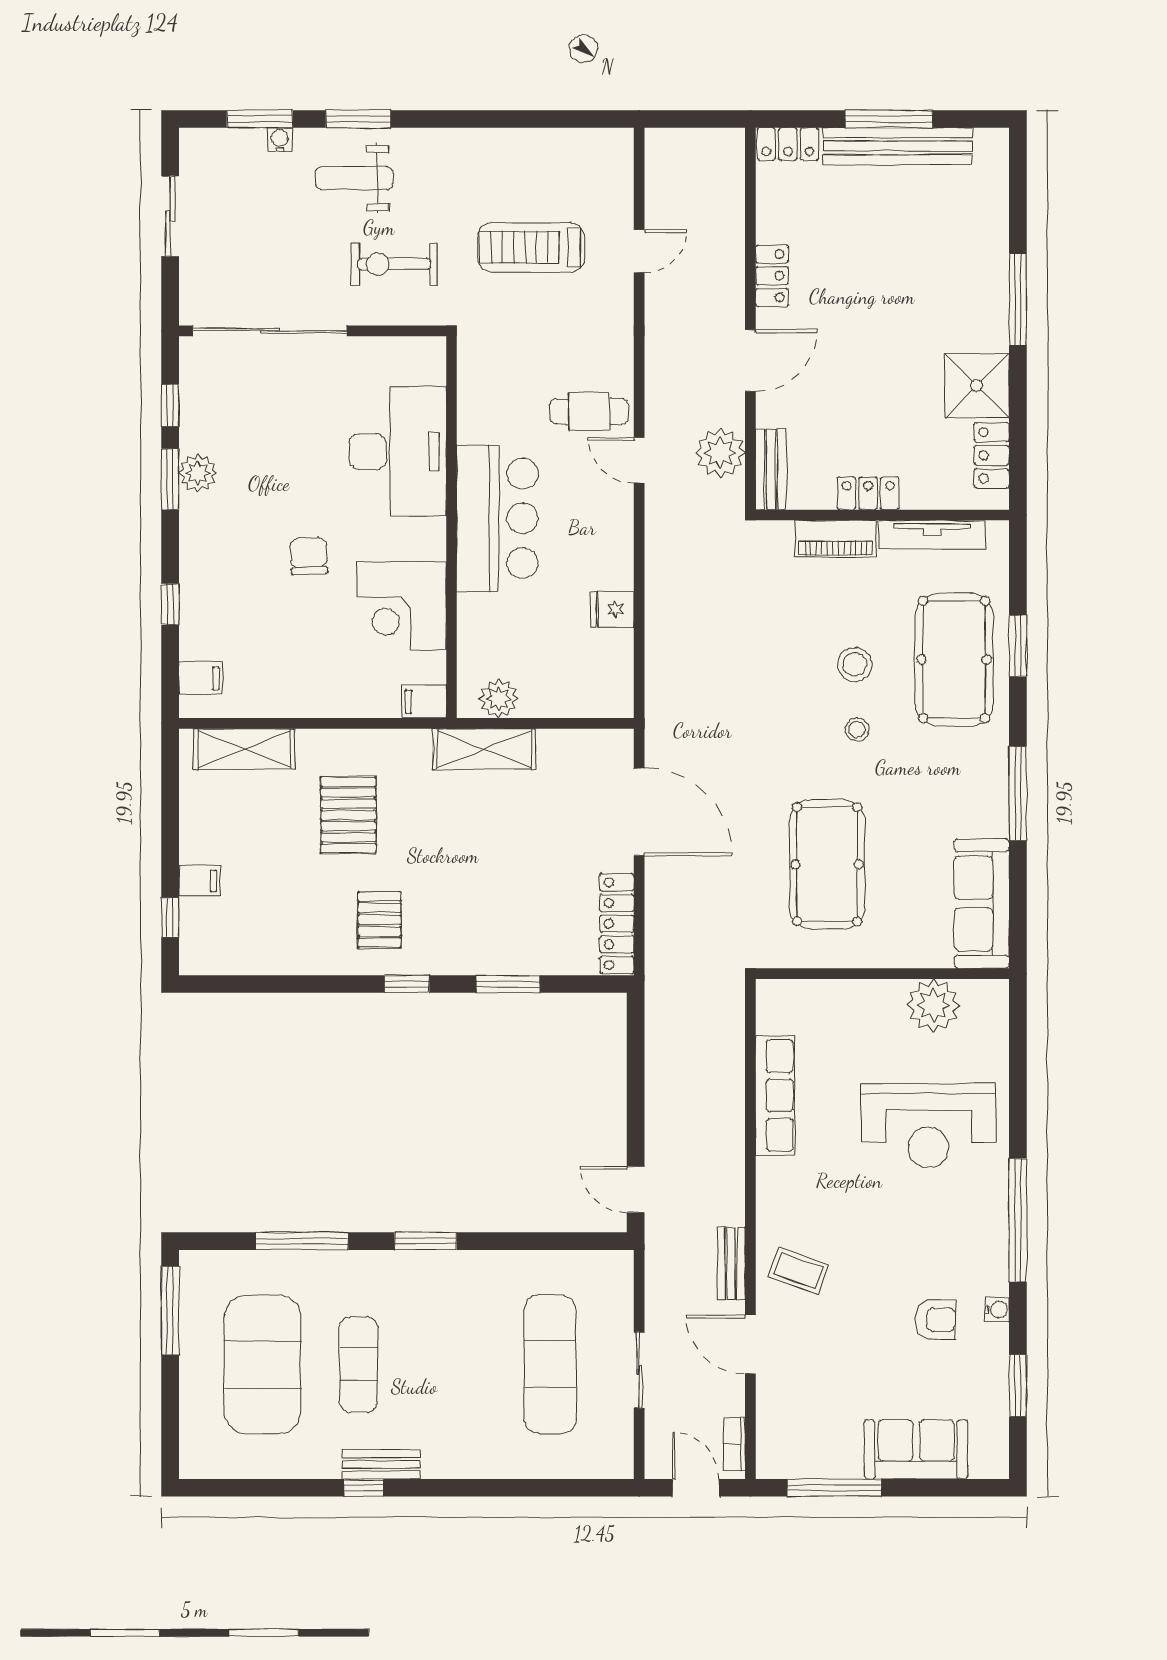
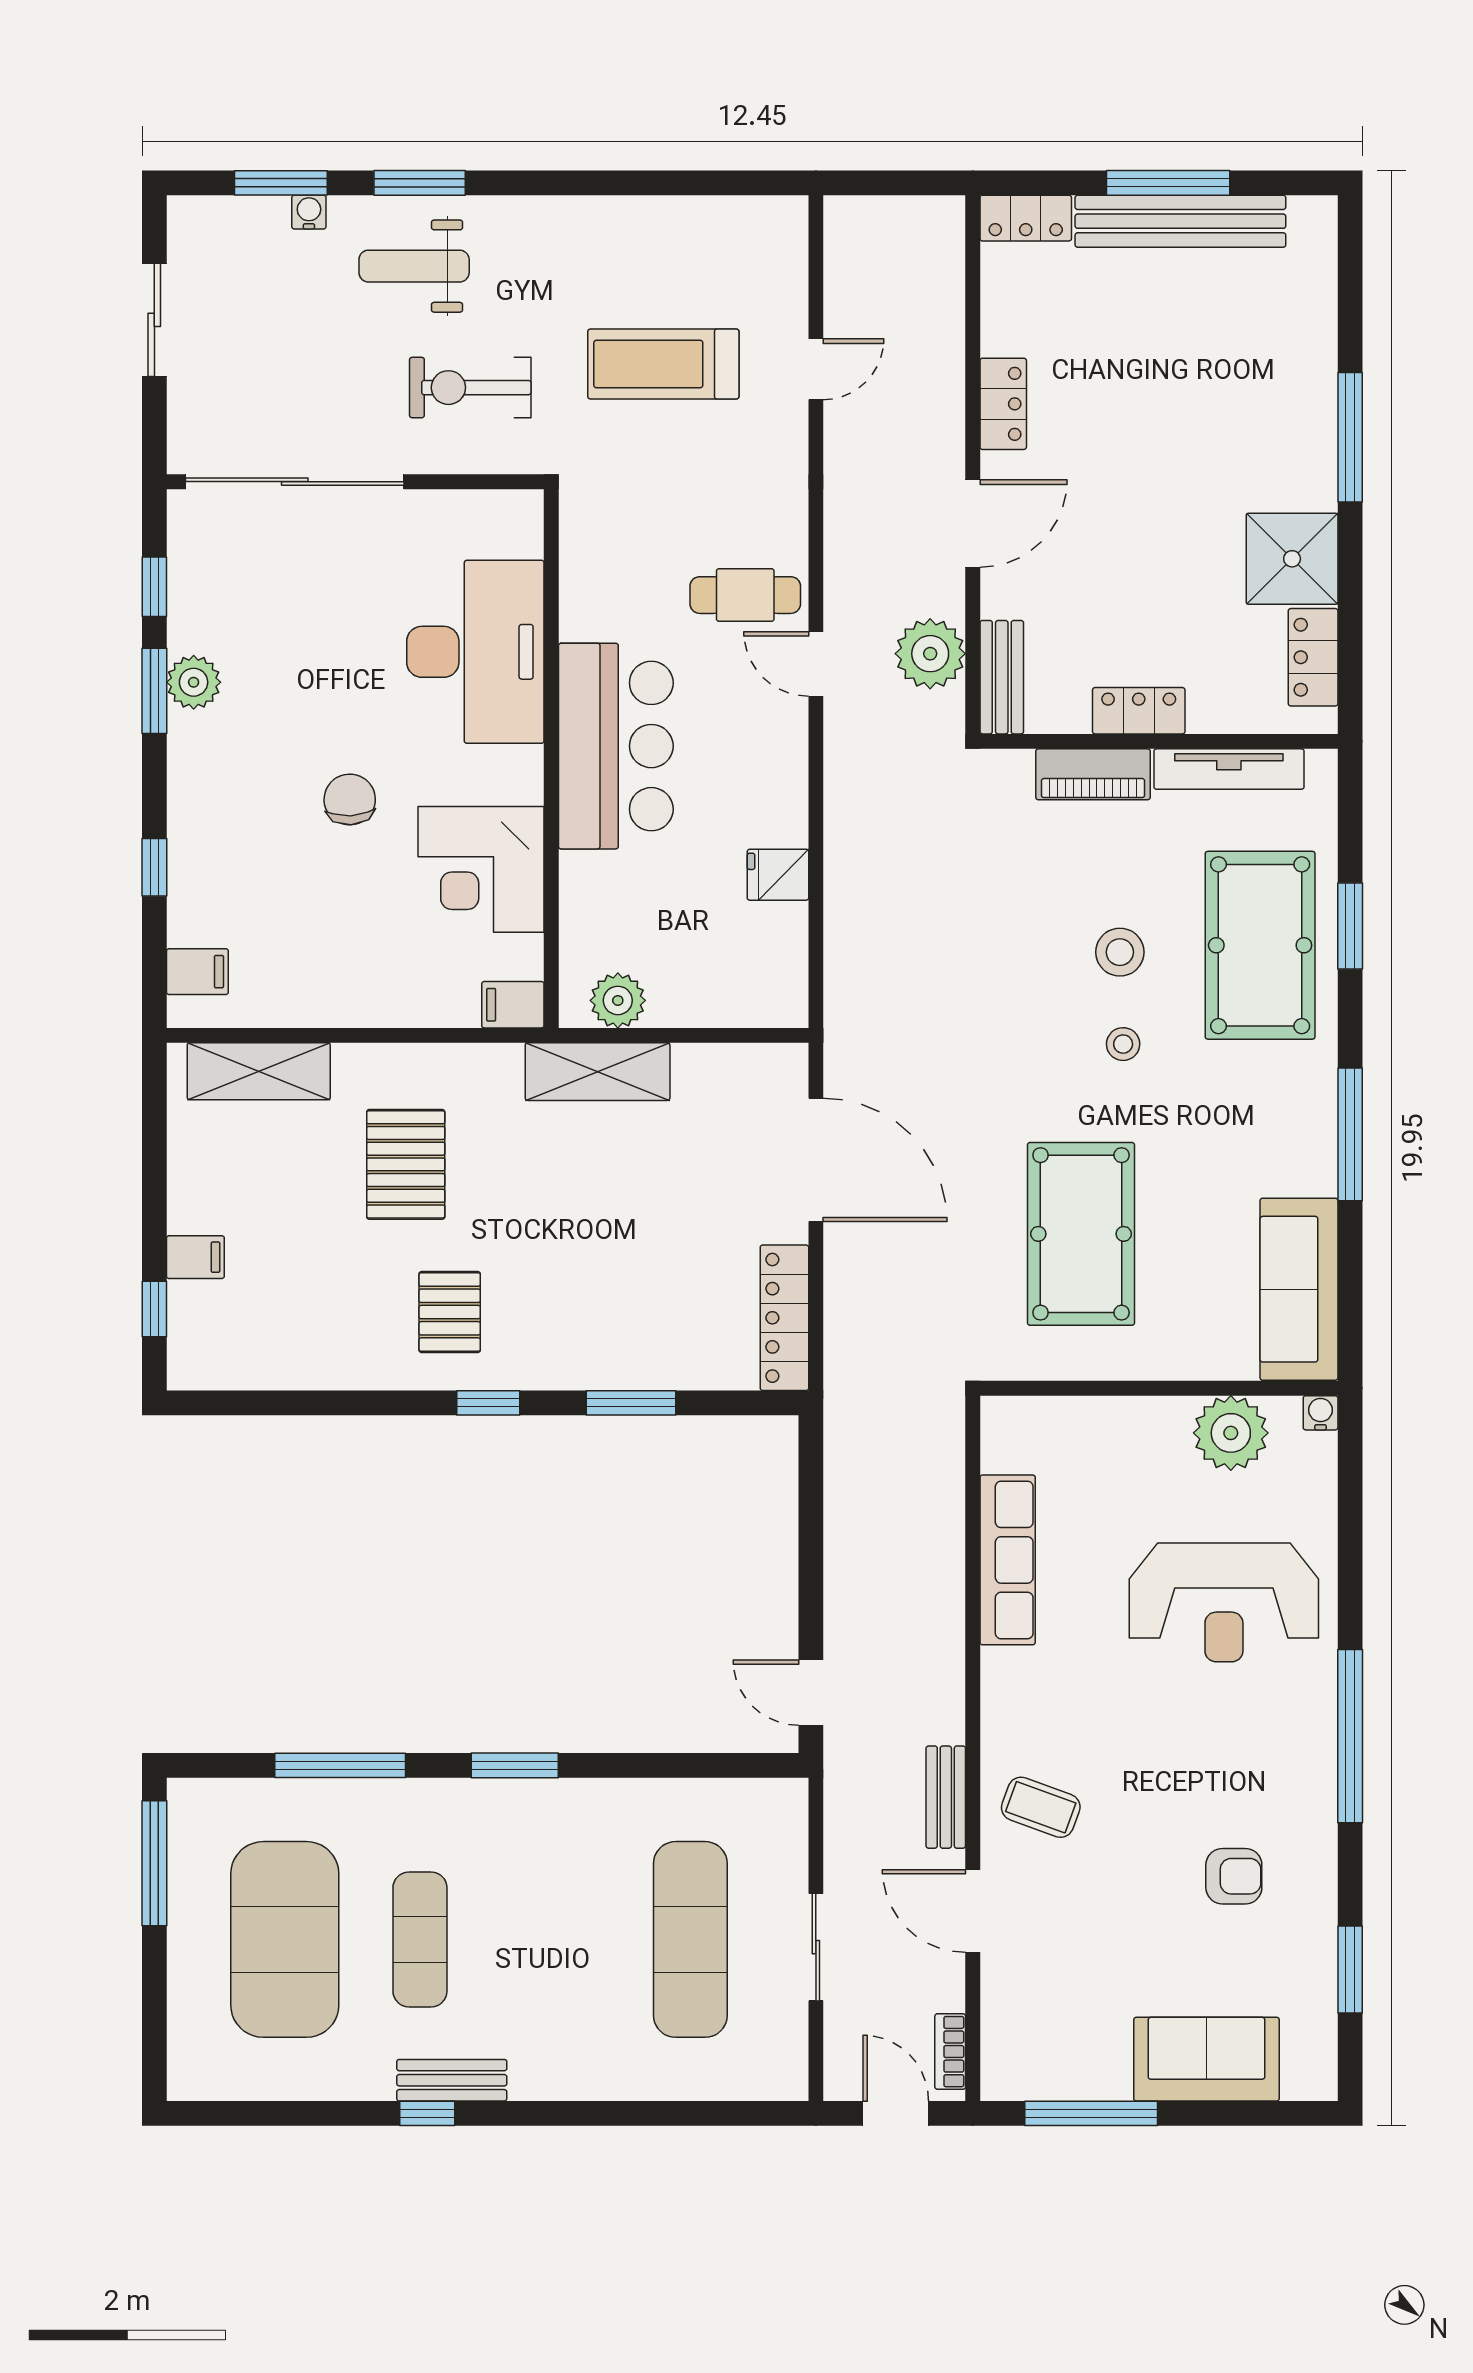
water cooler: (997, 1310) -> (1321, 1413), moved, turned -90

